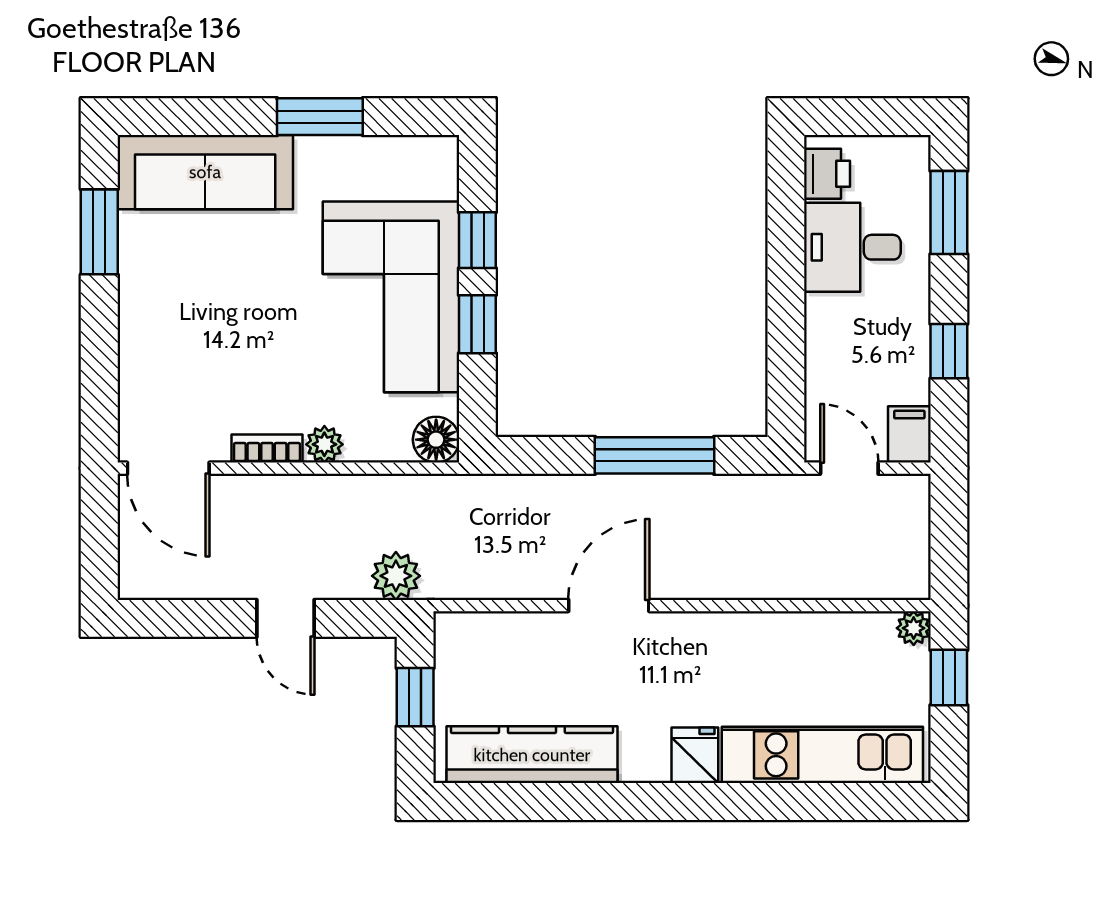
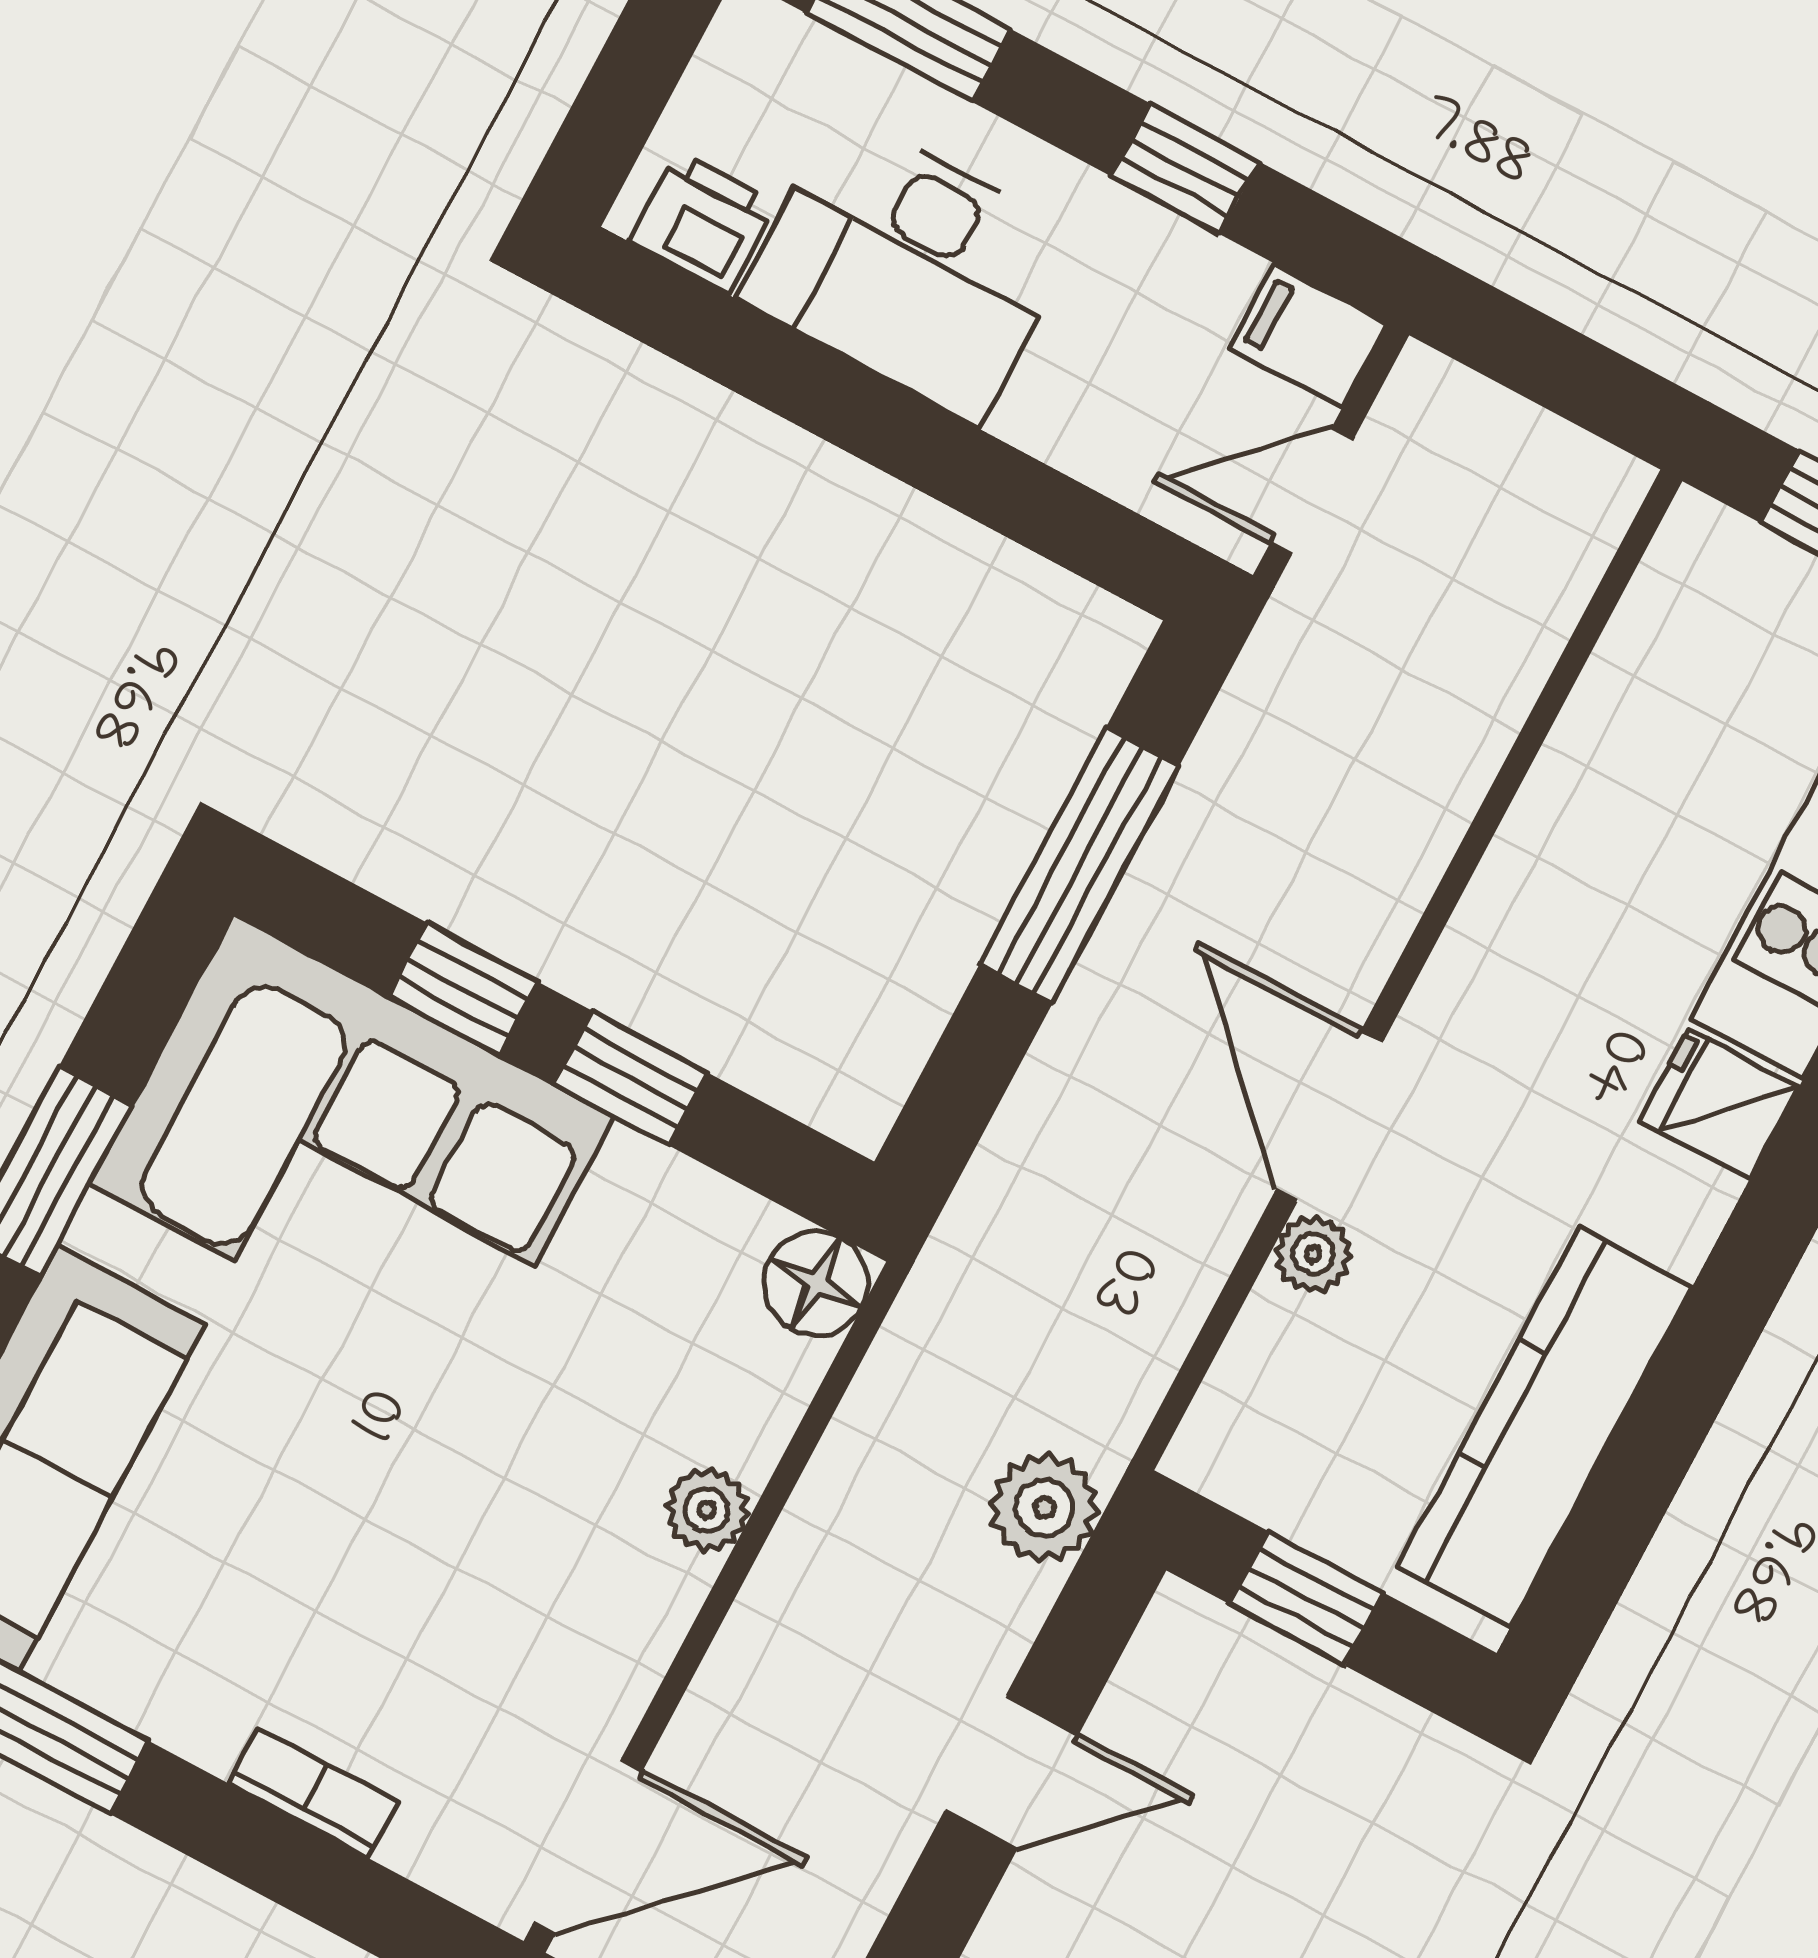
desk: (852, 247) -> (909, 268), width x1.37
corner sofa: (391, 297) -> (352, 1151), moved
bookcase: (267, 449) -> (313, 1792), moved, turned 90
plant: (914, 628) -> (1313, 1254), moved

